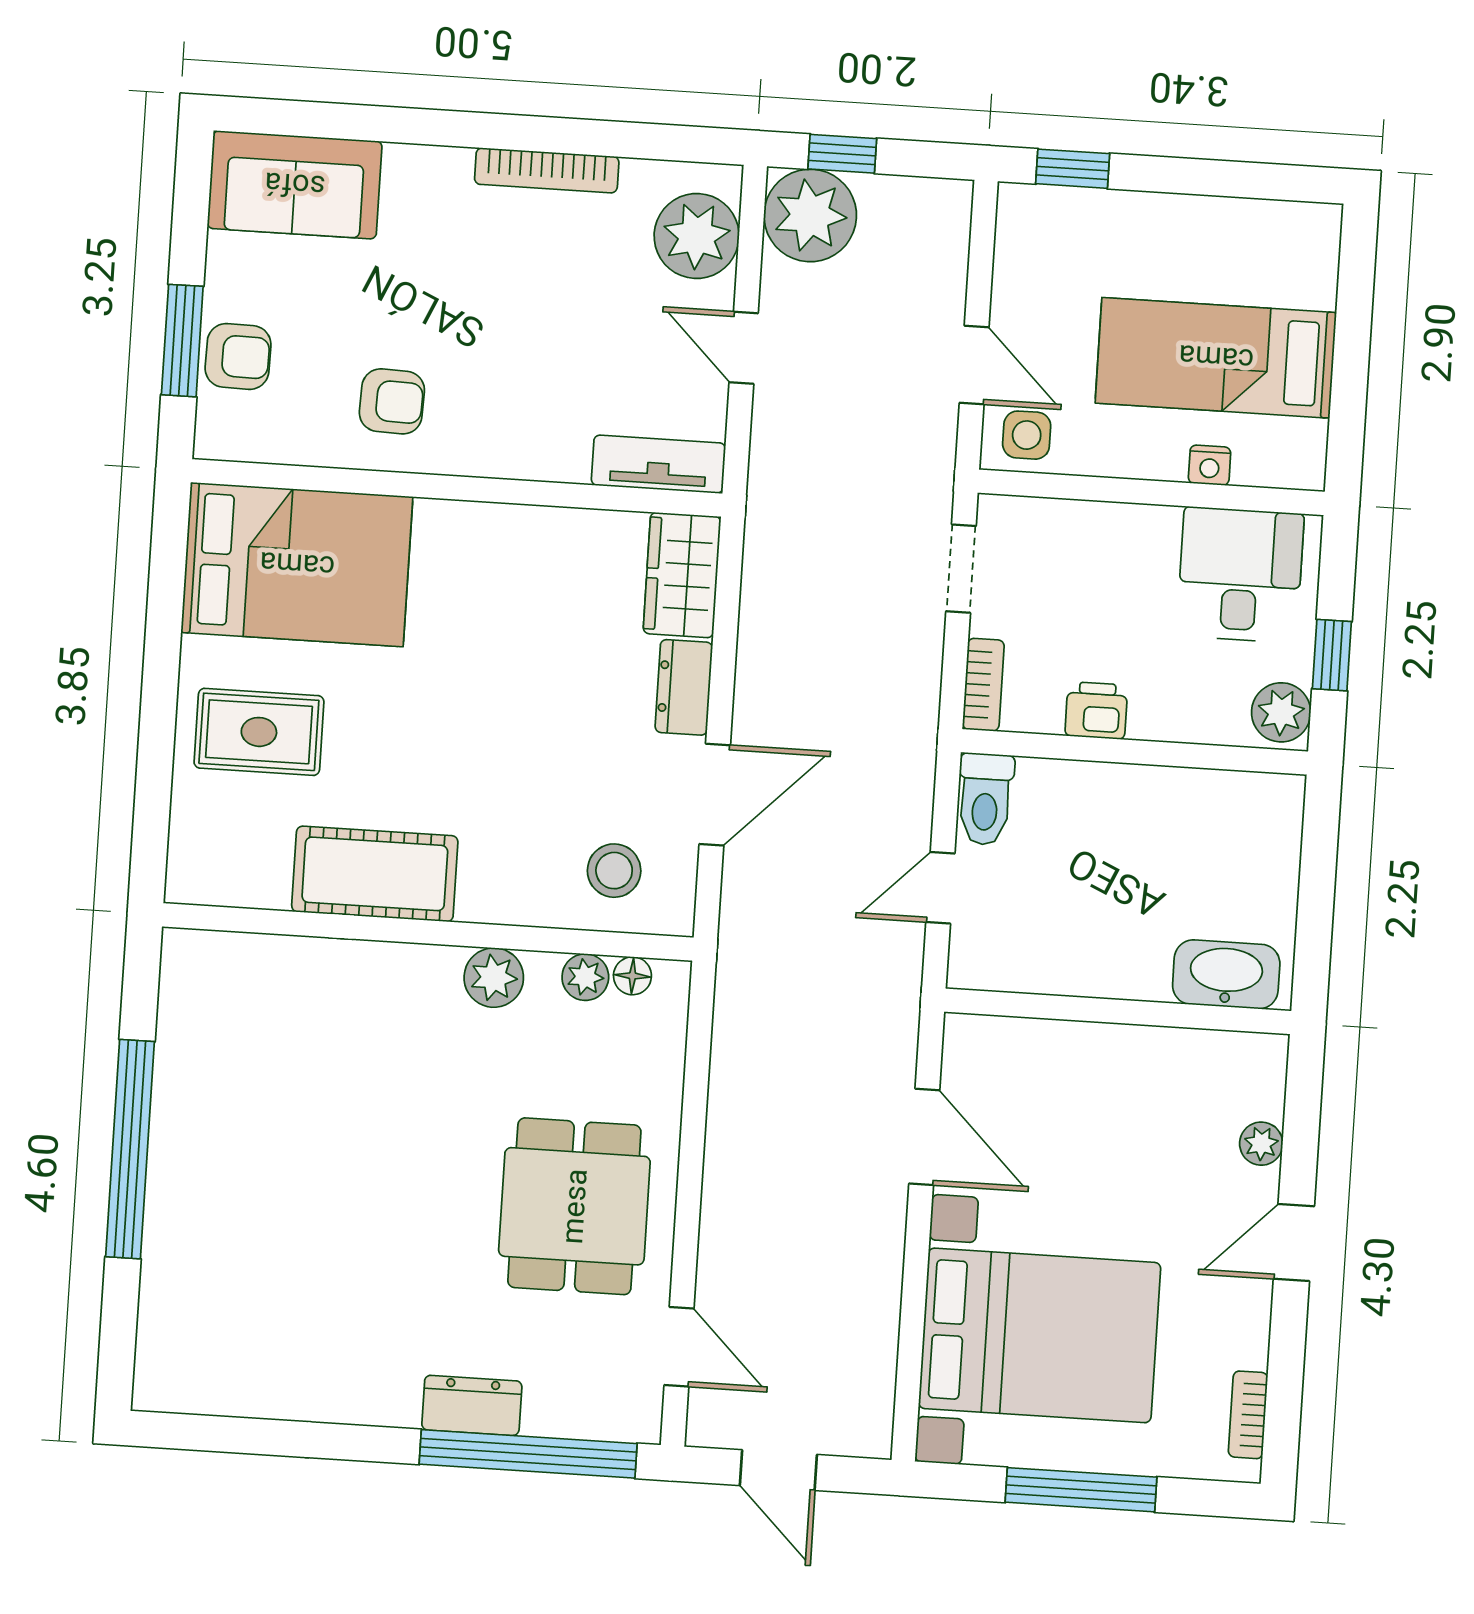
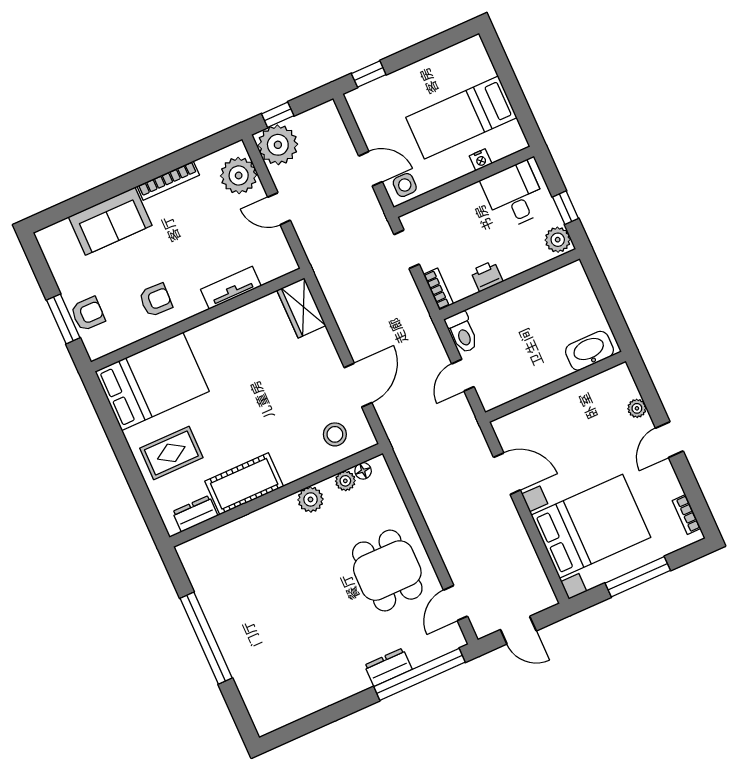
sofa: (295, 185) -> (110, 221), moved
tv unit: (658, 464) -> (231, 288), moved
dresser: (684, 687) -> (195, 514), moved, turned 90
door: (679, 1347) -> (456, 603), swing flipped

